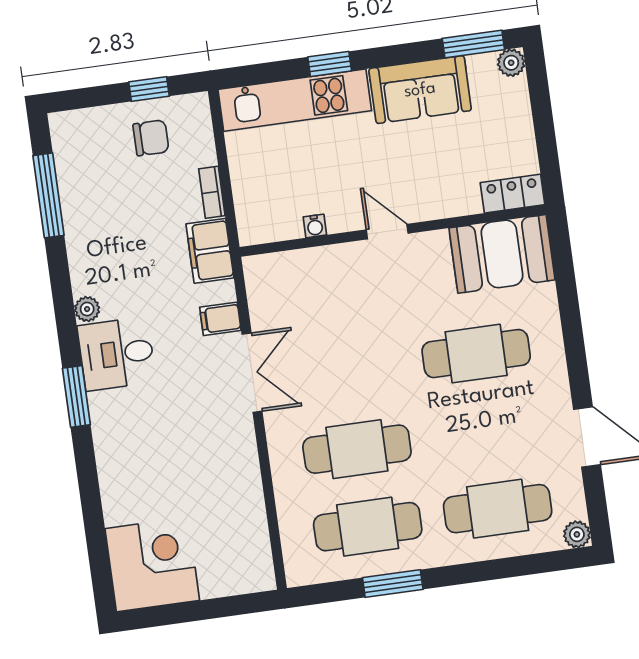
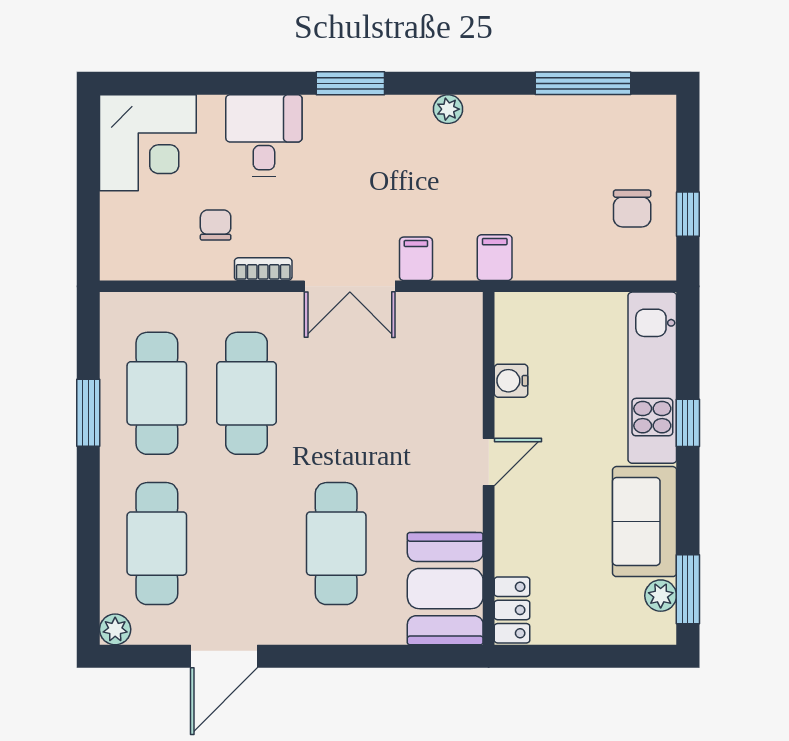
plant: (511, 63) -> (661, 596), moved
bookcase: (212, 192) -> (263, 269), moved
water cooler: (315, 226) -> (511, 381), width x1.38, depth x1.38
filing cabinet: (210, 251) -> (495, 258), width x0.50
desk: (117, 354) -> (264, 136), moved
chair: (215, 496) -> (216, 225), added

